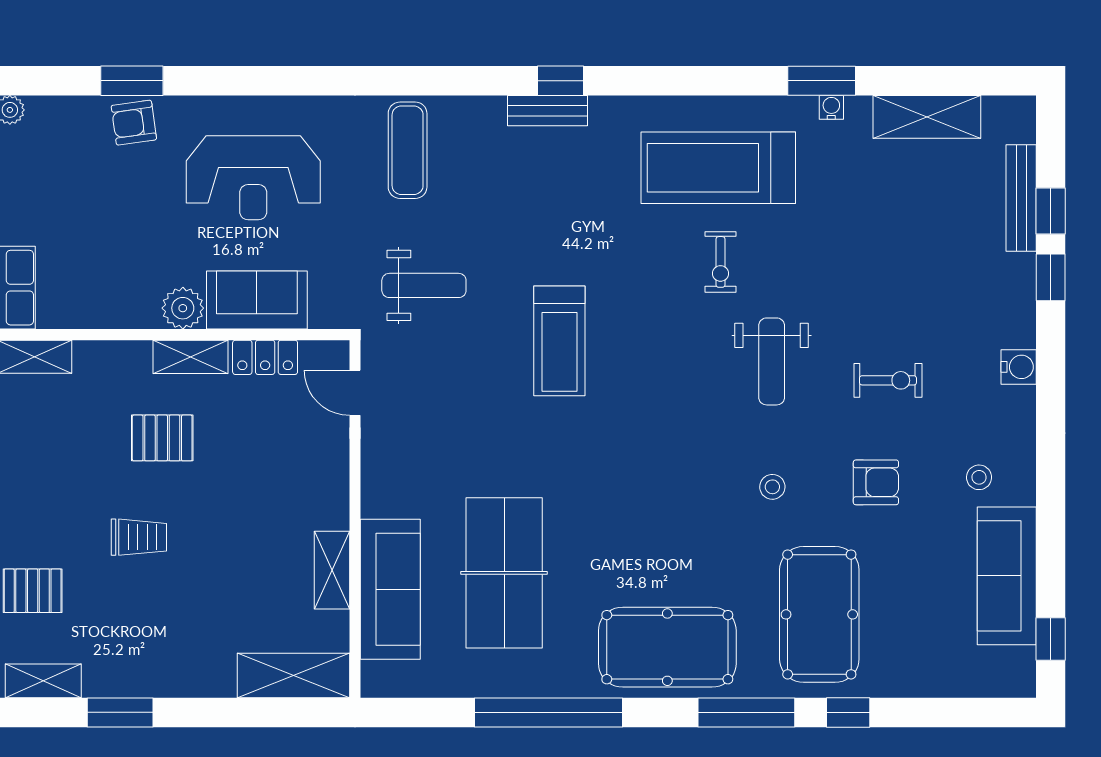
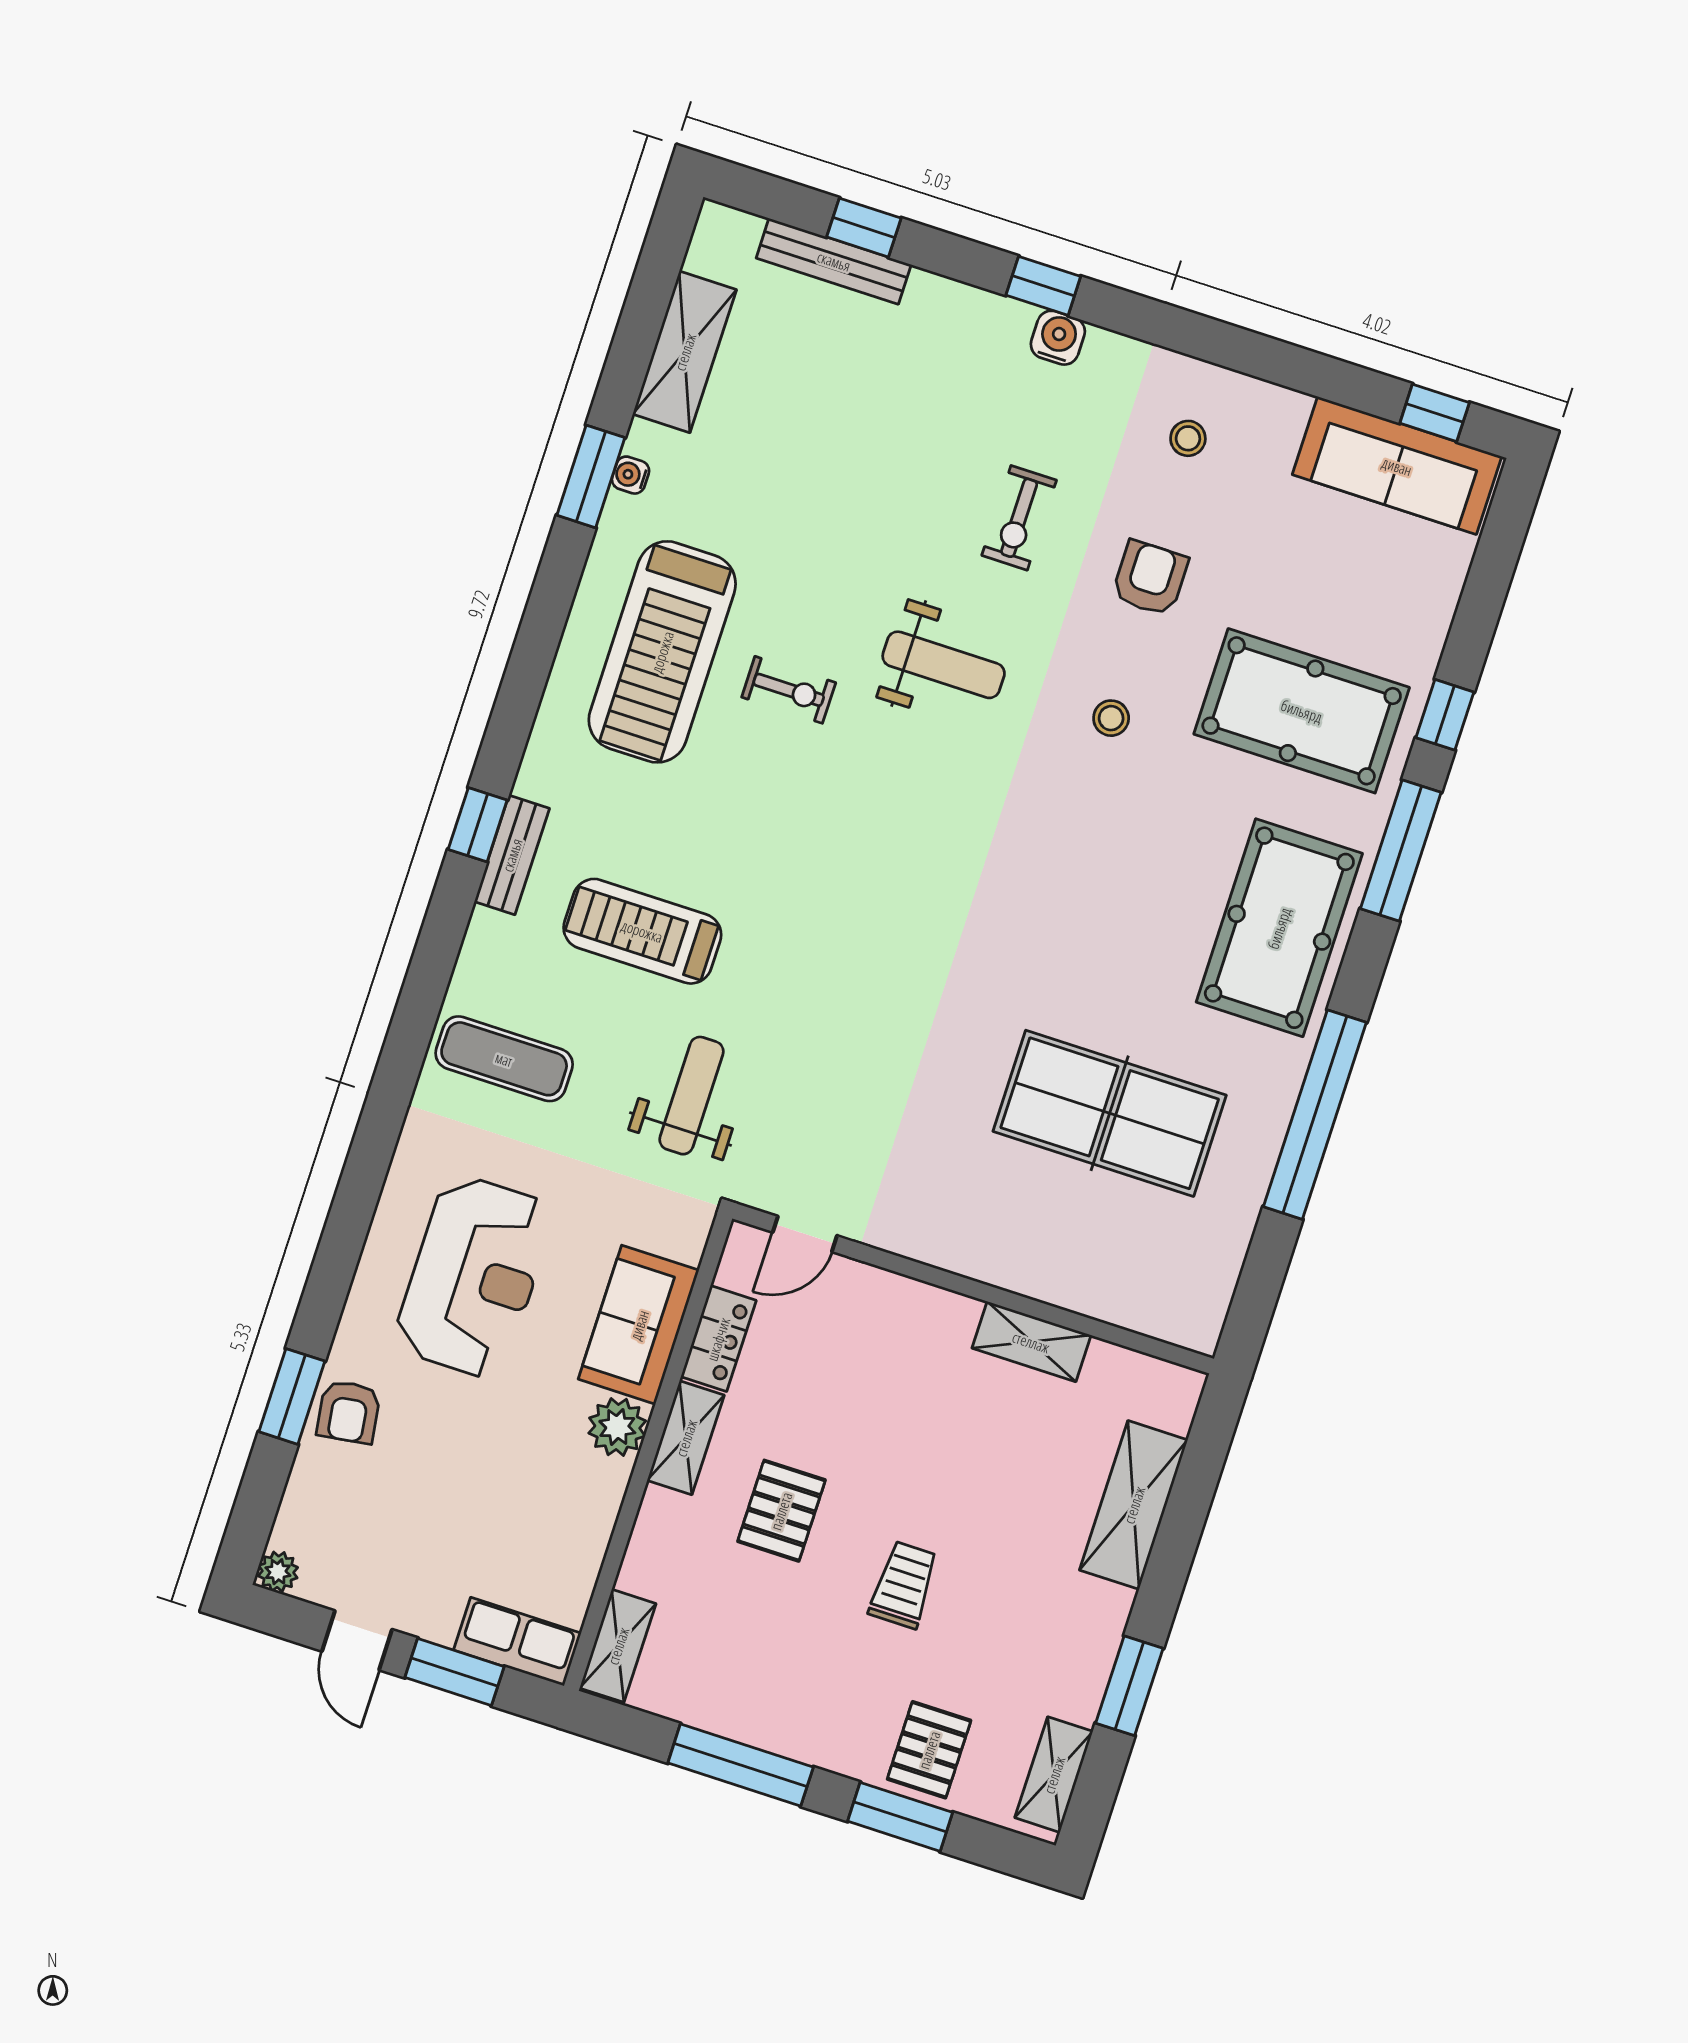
window: (1051, 277) -> (1043, 286), moved
treadmill: (559, 341) -> (642, 931), moved, turned 180
exercise bike: (888, 380) -> (1019, 518), turned 180
sofa: (1007, 576) -> (1397, 466), moved
sofa: (390, 589) -> (1082, 1272), removed
shelving: (293, 675) -> (1134, 1505), moved

